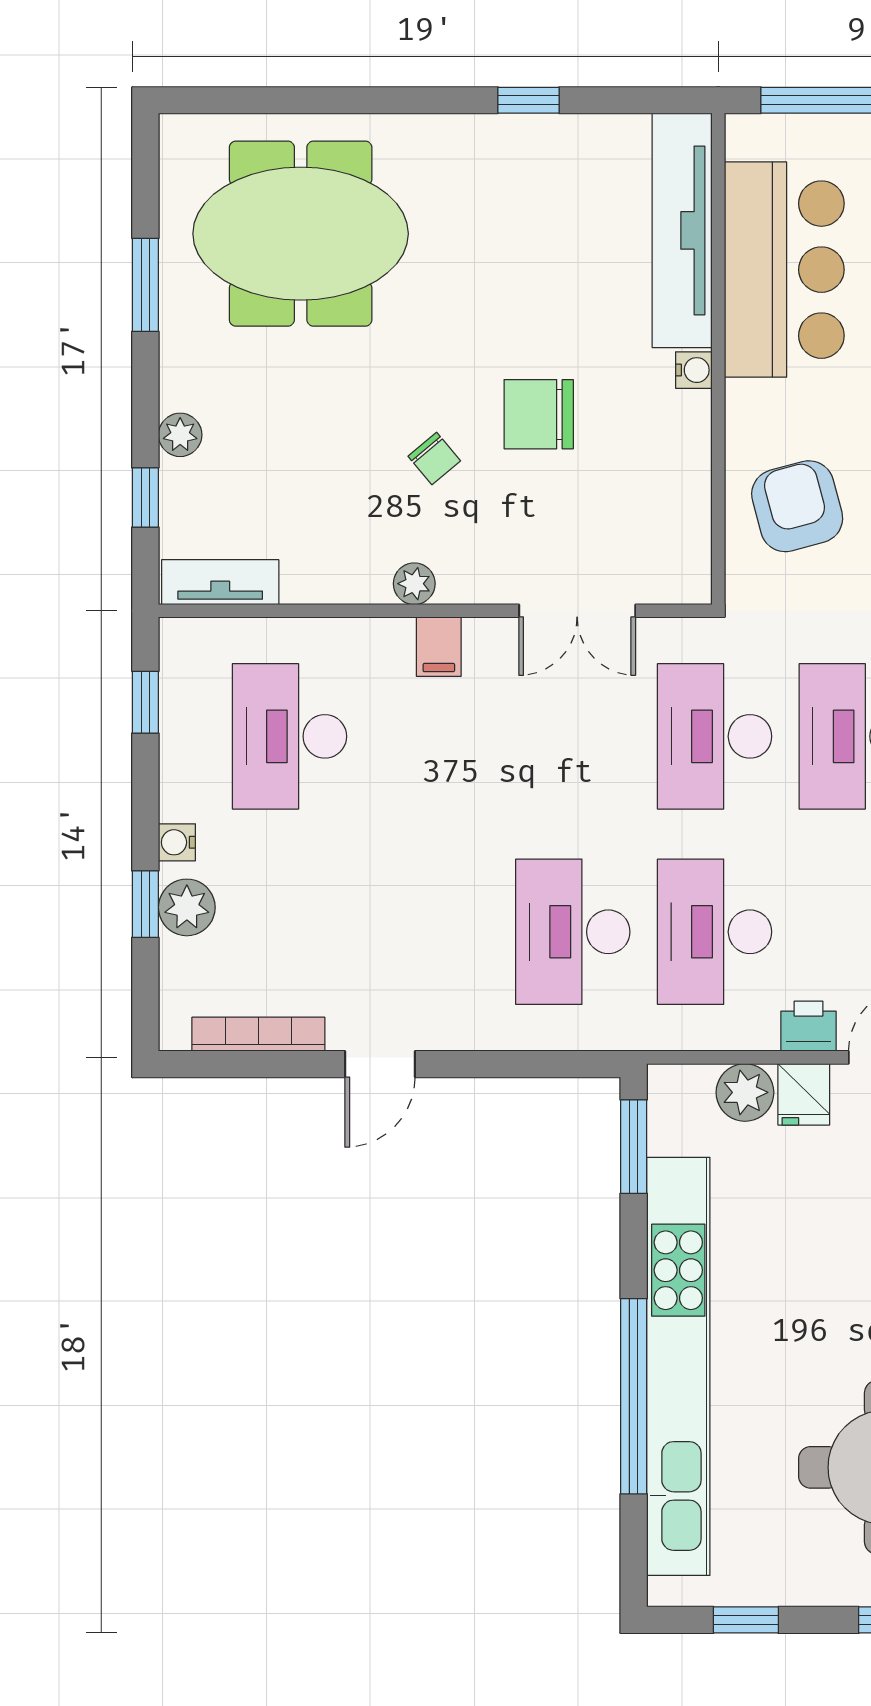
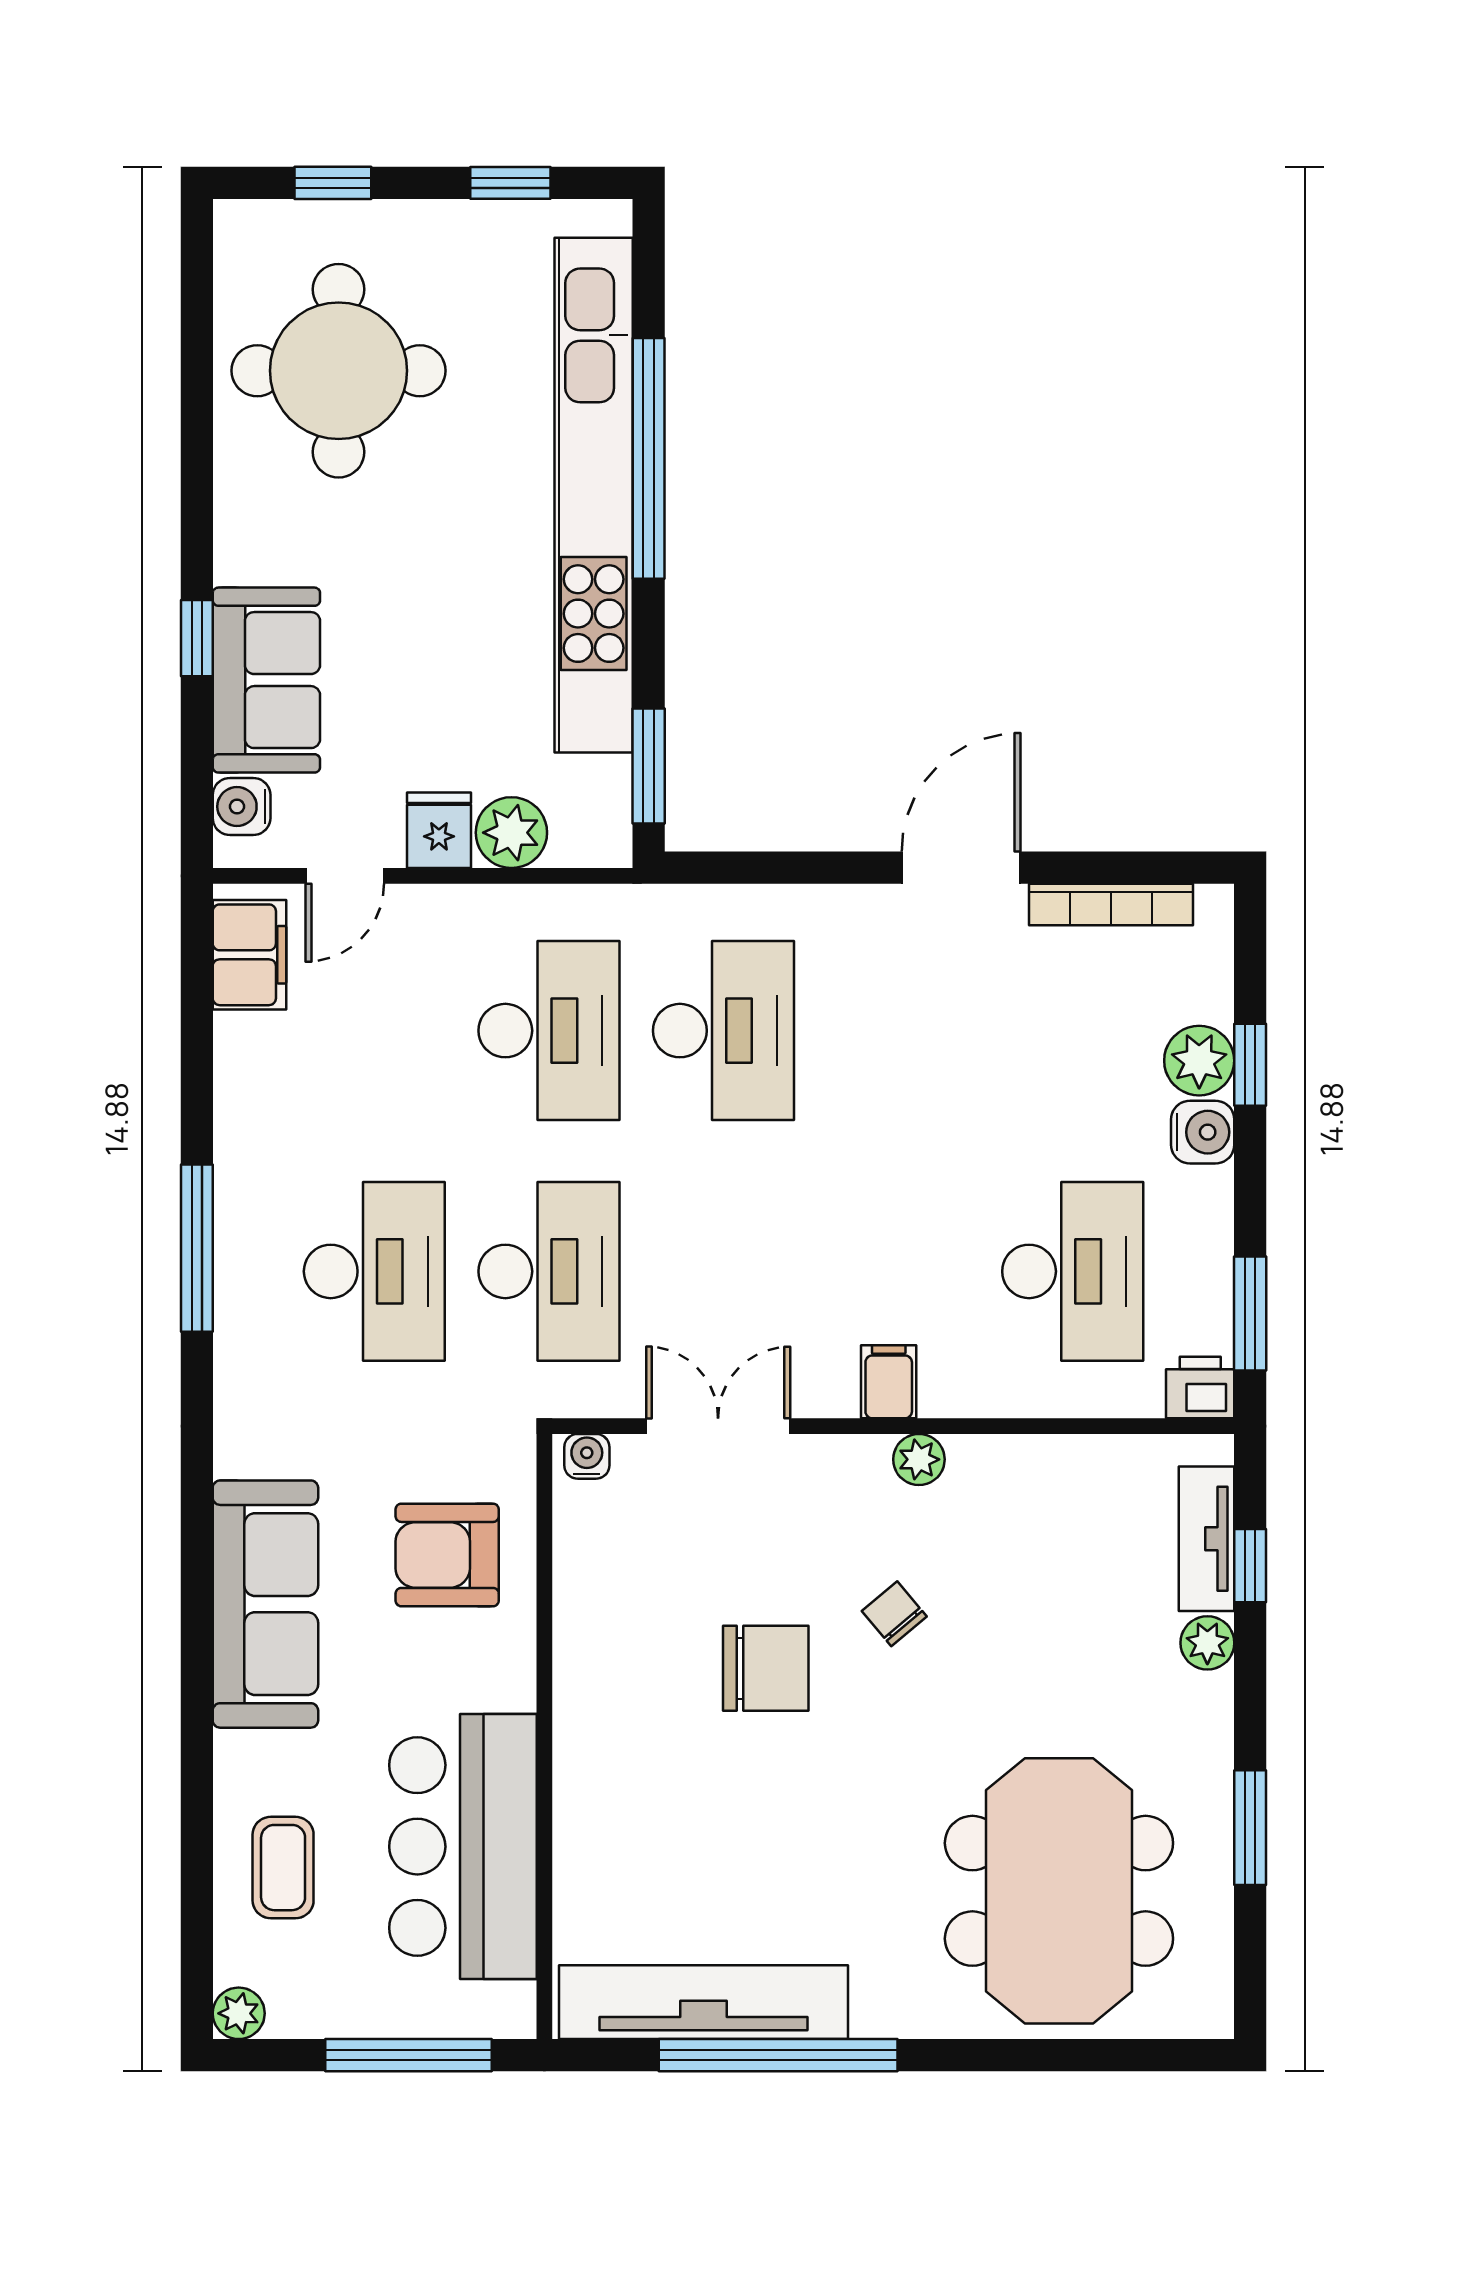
window: (529, 100) -> (778, 2055), width x3.17
tv unit: (682, 230) -> (703, 2002), moved, turned -90
meeting table: (301, 234) -> (1059, 1891), turned 90
water cooler: (694, 370) -> (587, 1456), moved, turned 90
armchair: (797, 506) -> (447, 1555), turned 105
tv unit: (220, 582) -> (1207, 1539), moved, turned 90
window: (145, 702) -> (1250, 1313), width x1.50
water cooler: (177, 842) -> (1203, 1132), width x1.38, depth x1.38
printer: (808, 1026) -> (1200, 1388), moved, turned 180
door: (380, 1064) -> (961, 868), width x1.38

